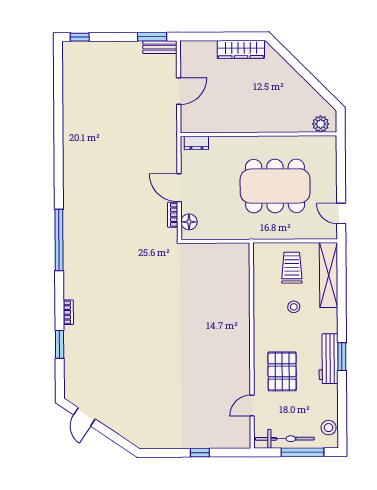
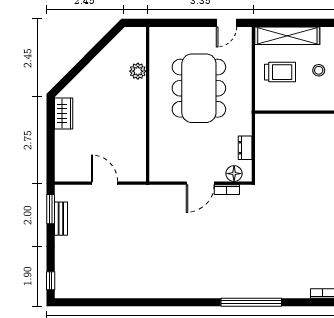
bench: (160, 47) -> (61, 219), moved
wardrobe: (241, 49) -> (64, 114), width x0.67
plant: (321, 124) -> (138, 71), moved
dresser: (196, 143) -> (245, 148), moved, turned 180
trolley: (292, 268) -> (280, 72), turned 180

